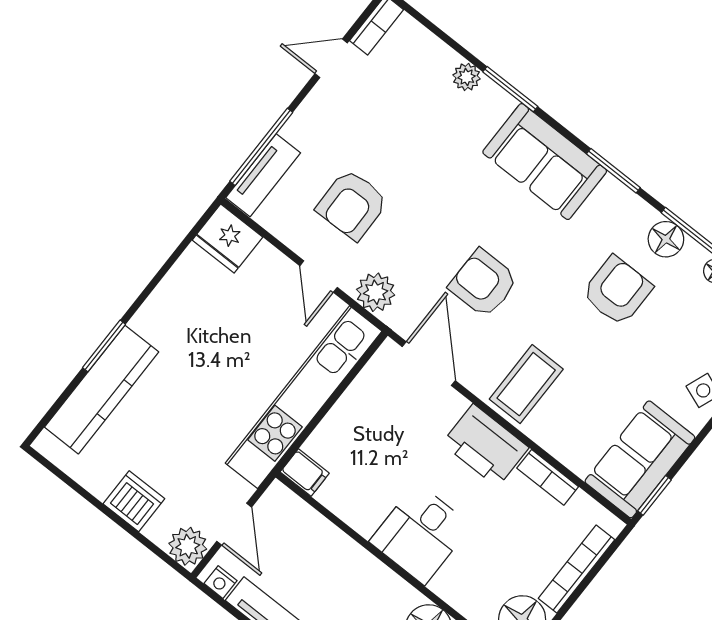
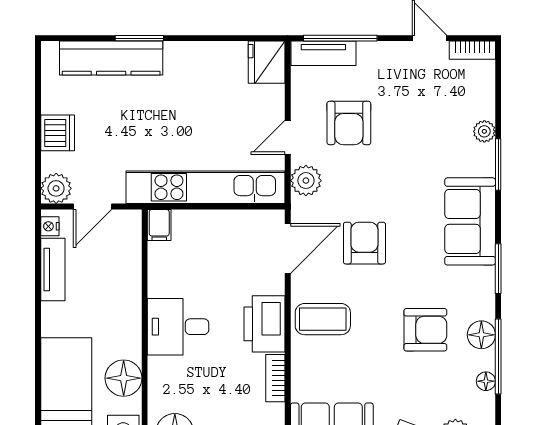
armchair: (352, 205) -> (349, 123), turned -89

